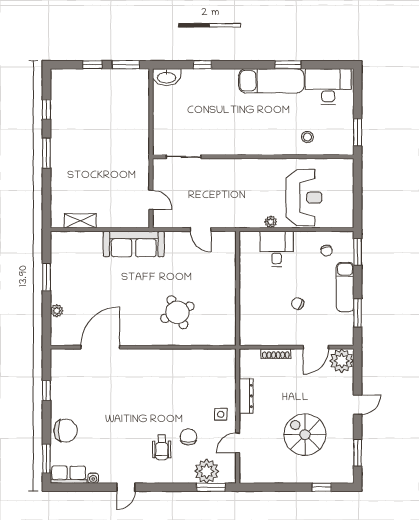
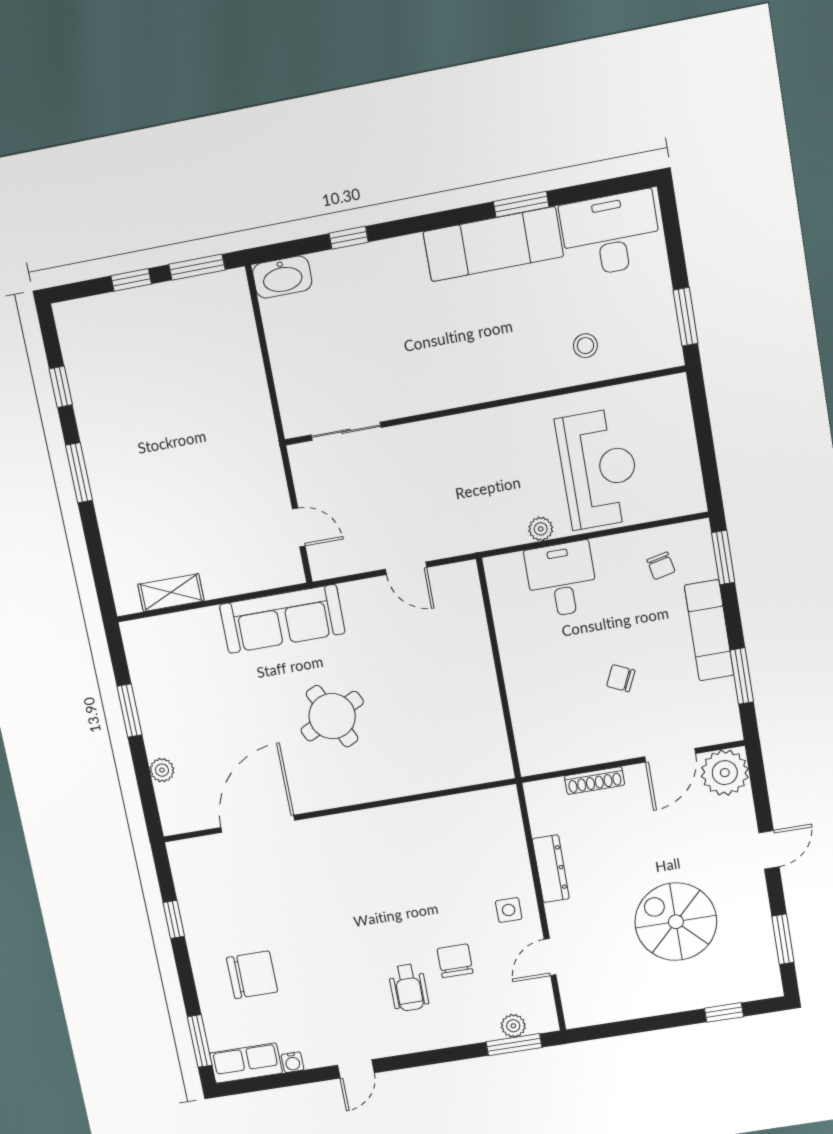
round table: (177, 312) -> (332, 716), moved
chair: (65, 431) -> (252, 975), moved
plant: (207, 471) -> (513, 1026), width x0.53, depth x0.53

